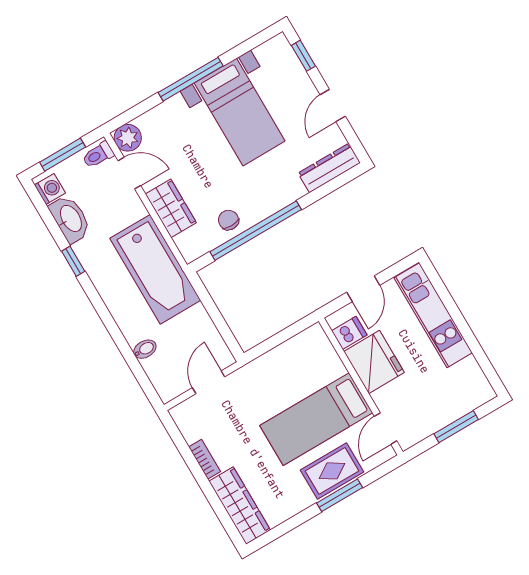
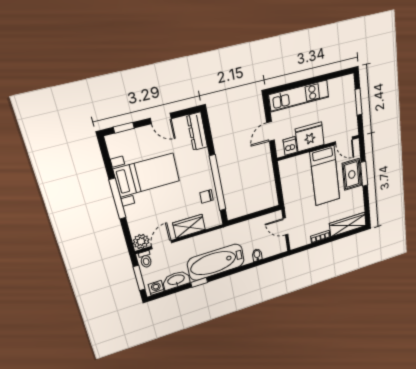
bathtub: (155, 269) -> (216, 262), moved, turned 180
door: (363, 289) -> (270, 131), swing flipped

